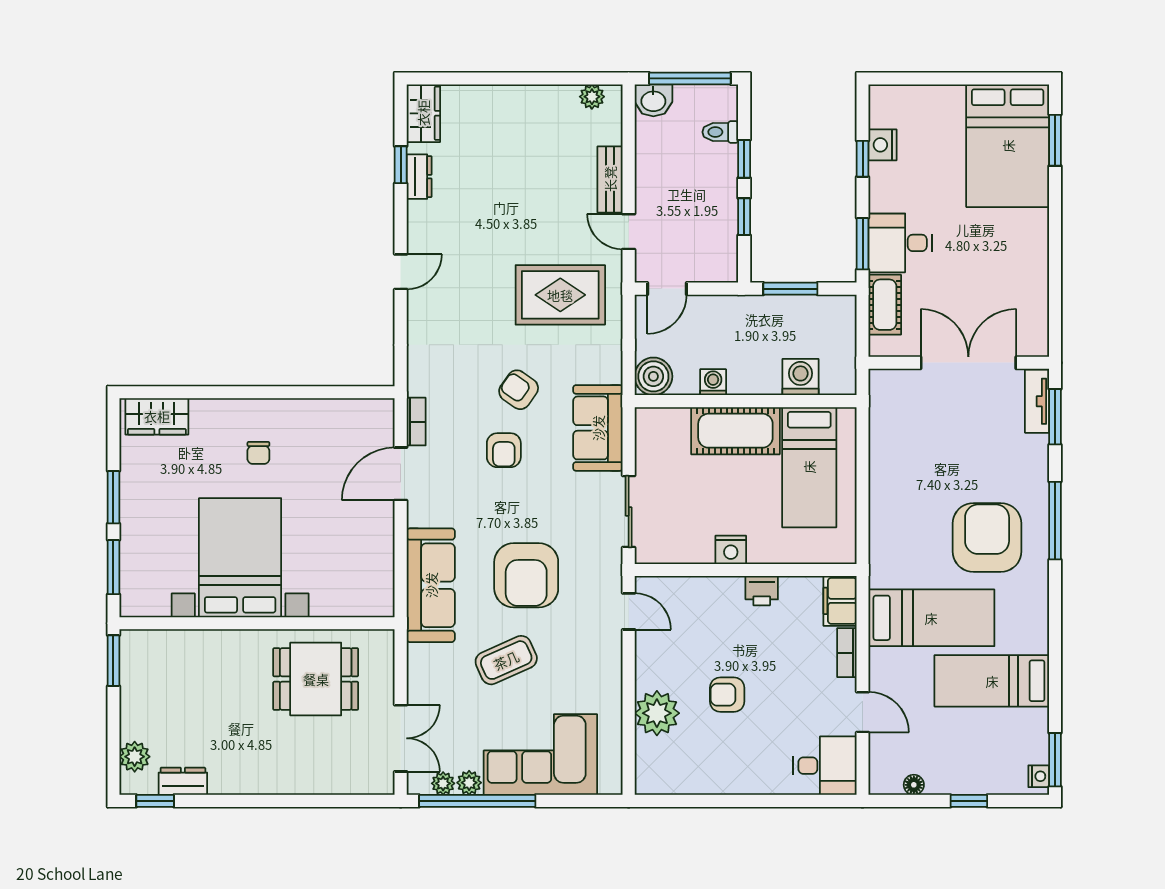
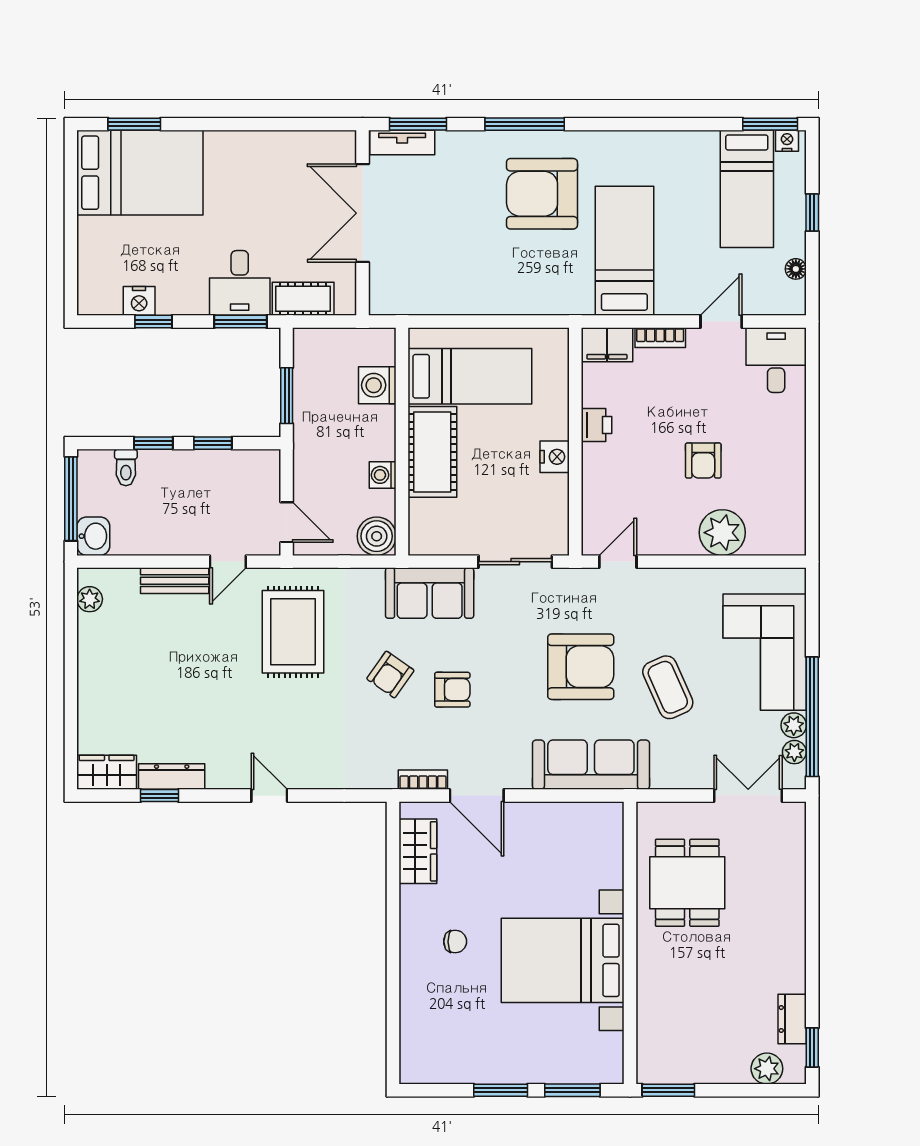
dresser: (419, 177) -> (172, 777), width x1.44
wardrobe: (157, 416) -> (418, 851), moved
bed: (992, 681) -> (747, 189), moved

